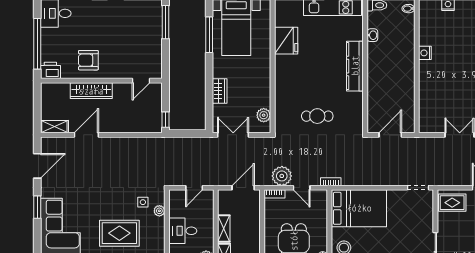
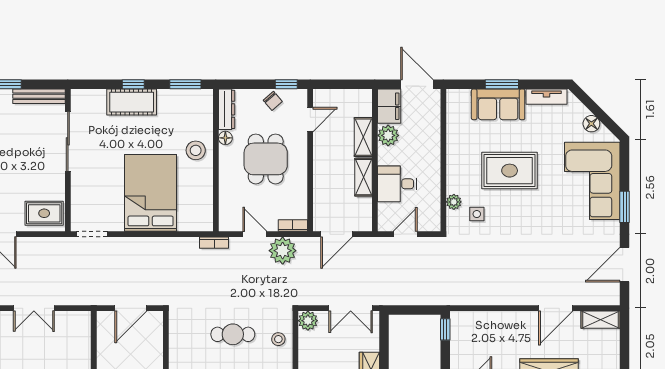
stool: (285, 113) -> (278, 339), added
plant: (264, 115) -> (308, 321), moved
bed: (359, 208) -> (151, 193), moved, turned 90
desk: (183, 231) -> (397, 184), moved, turned 180

